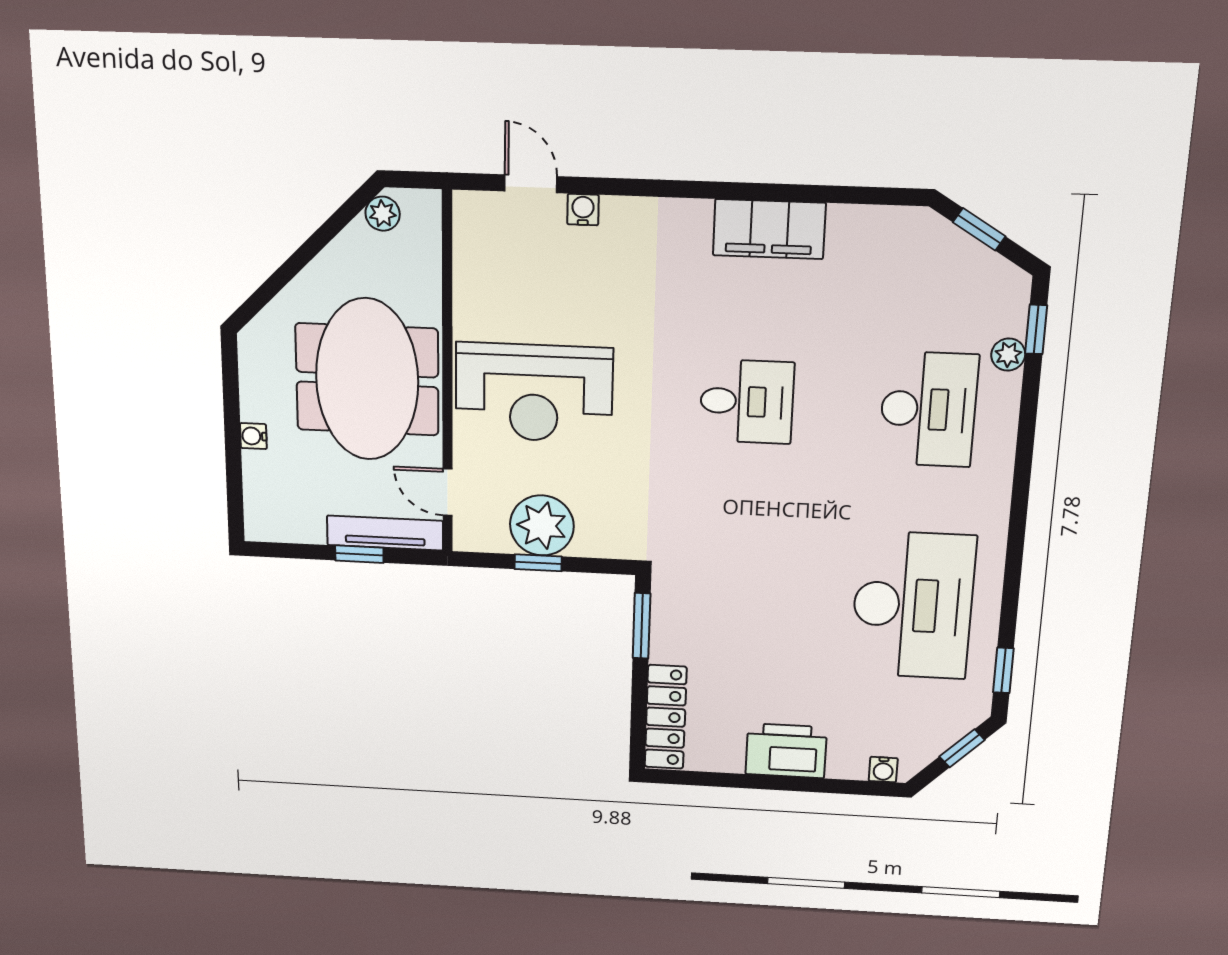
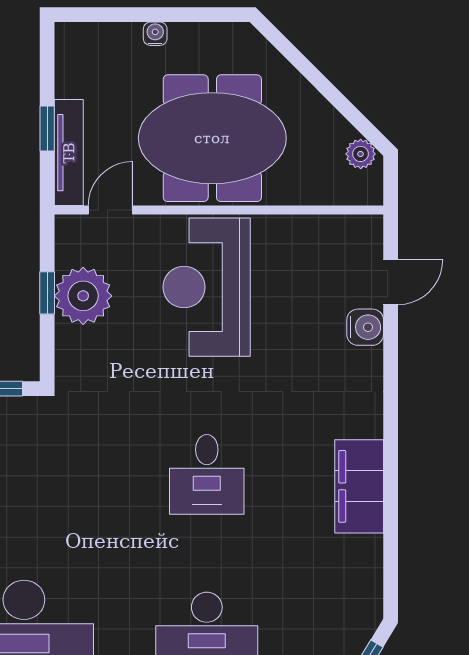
water cooler: (583, 210) -> (365, 327), width x1.38, depth x1.38

